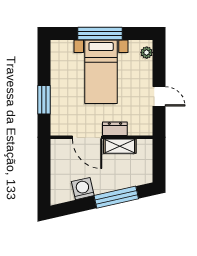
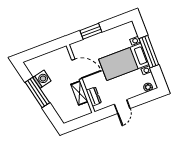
dresser: (115, 129) -> (94, 96), moved
door: (87, 137) -> (77, 69), swing flipped
window: (116, 197) -> (37, 93), moved

